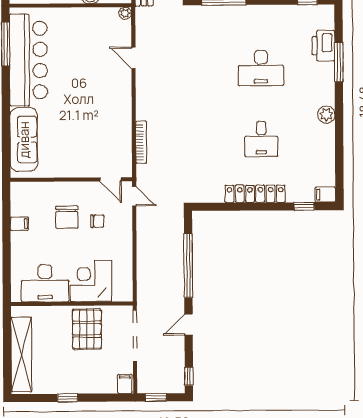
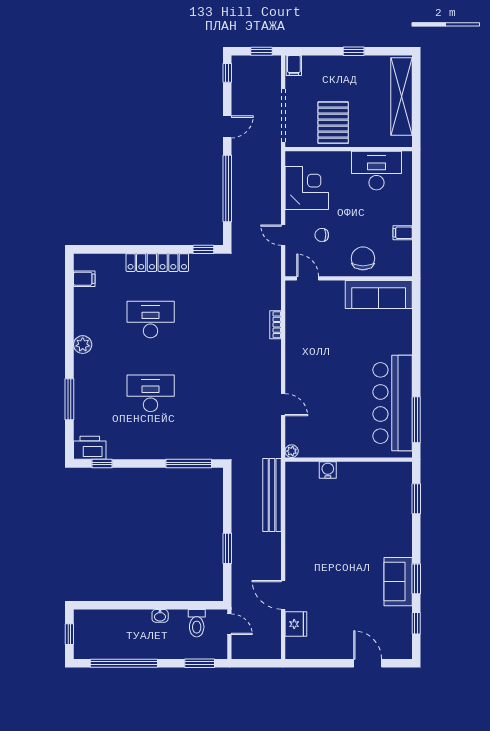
printer: (324, 46) -> (90, 448), moved, turned -90
desk: (261, 139) -> (151, 319), width x1.37
sofa: (24, 140) -> (379, 295), moved, turned -90
bookcase: (141, 142) -> (276, 325), width x0.64
filing cabinet: (325, 195) -> (84, 279), moved
door: (134, 196) -> (283, 235), moved
window: (304, 206) -> (203, 249), moved
chair: (67, 217) -> (363, 258), moved
corner desk: (91, 281) -> (307, 188), moved, turned -90

